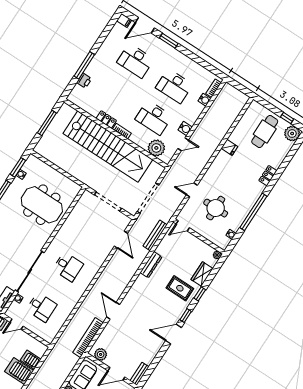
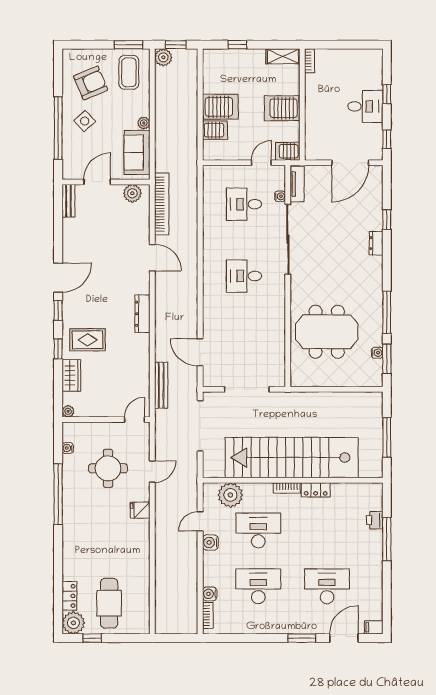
fridge: (229, 147) -> (140, 510), moved
locker: (268, 176) -> (69, 596), moved
dresser: (151, 265) -> (142, 314), moved

